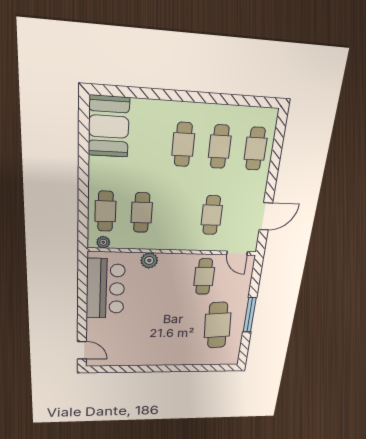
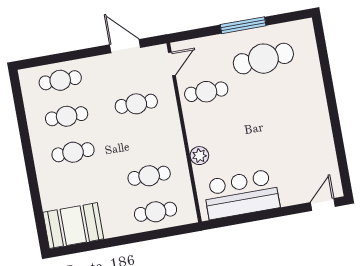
plant: (103, 242) -> (189, 207), removed

